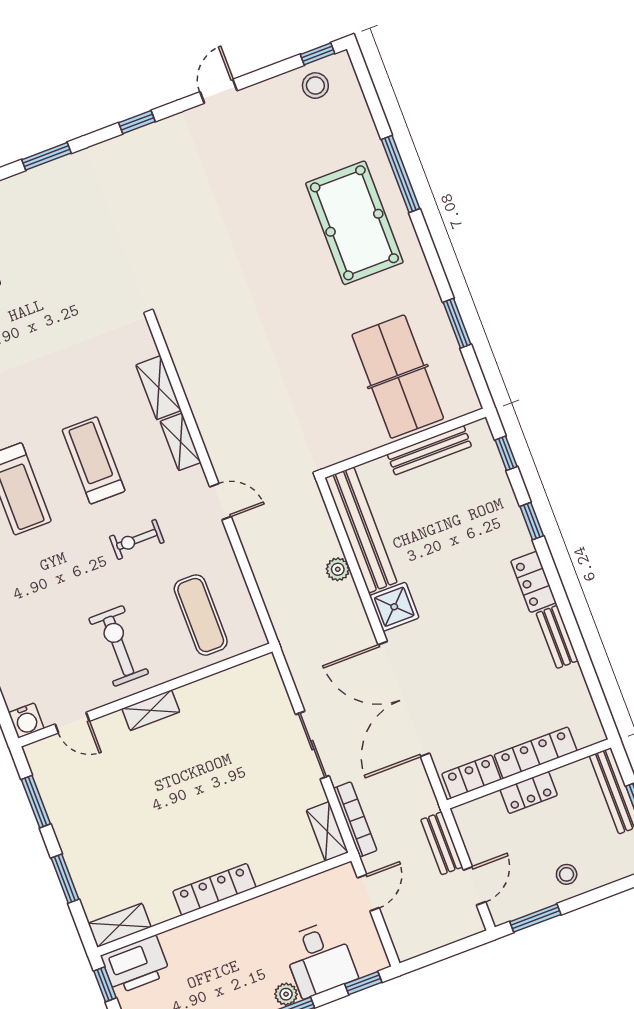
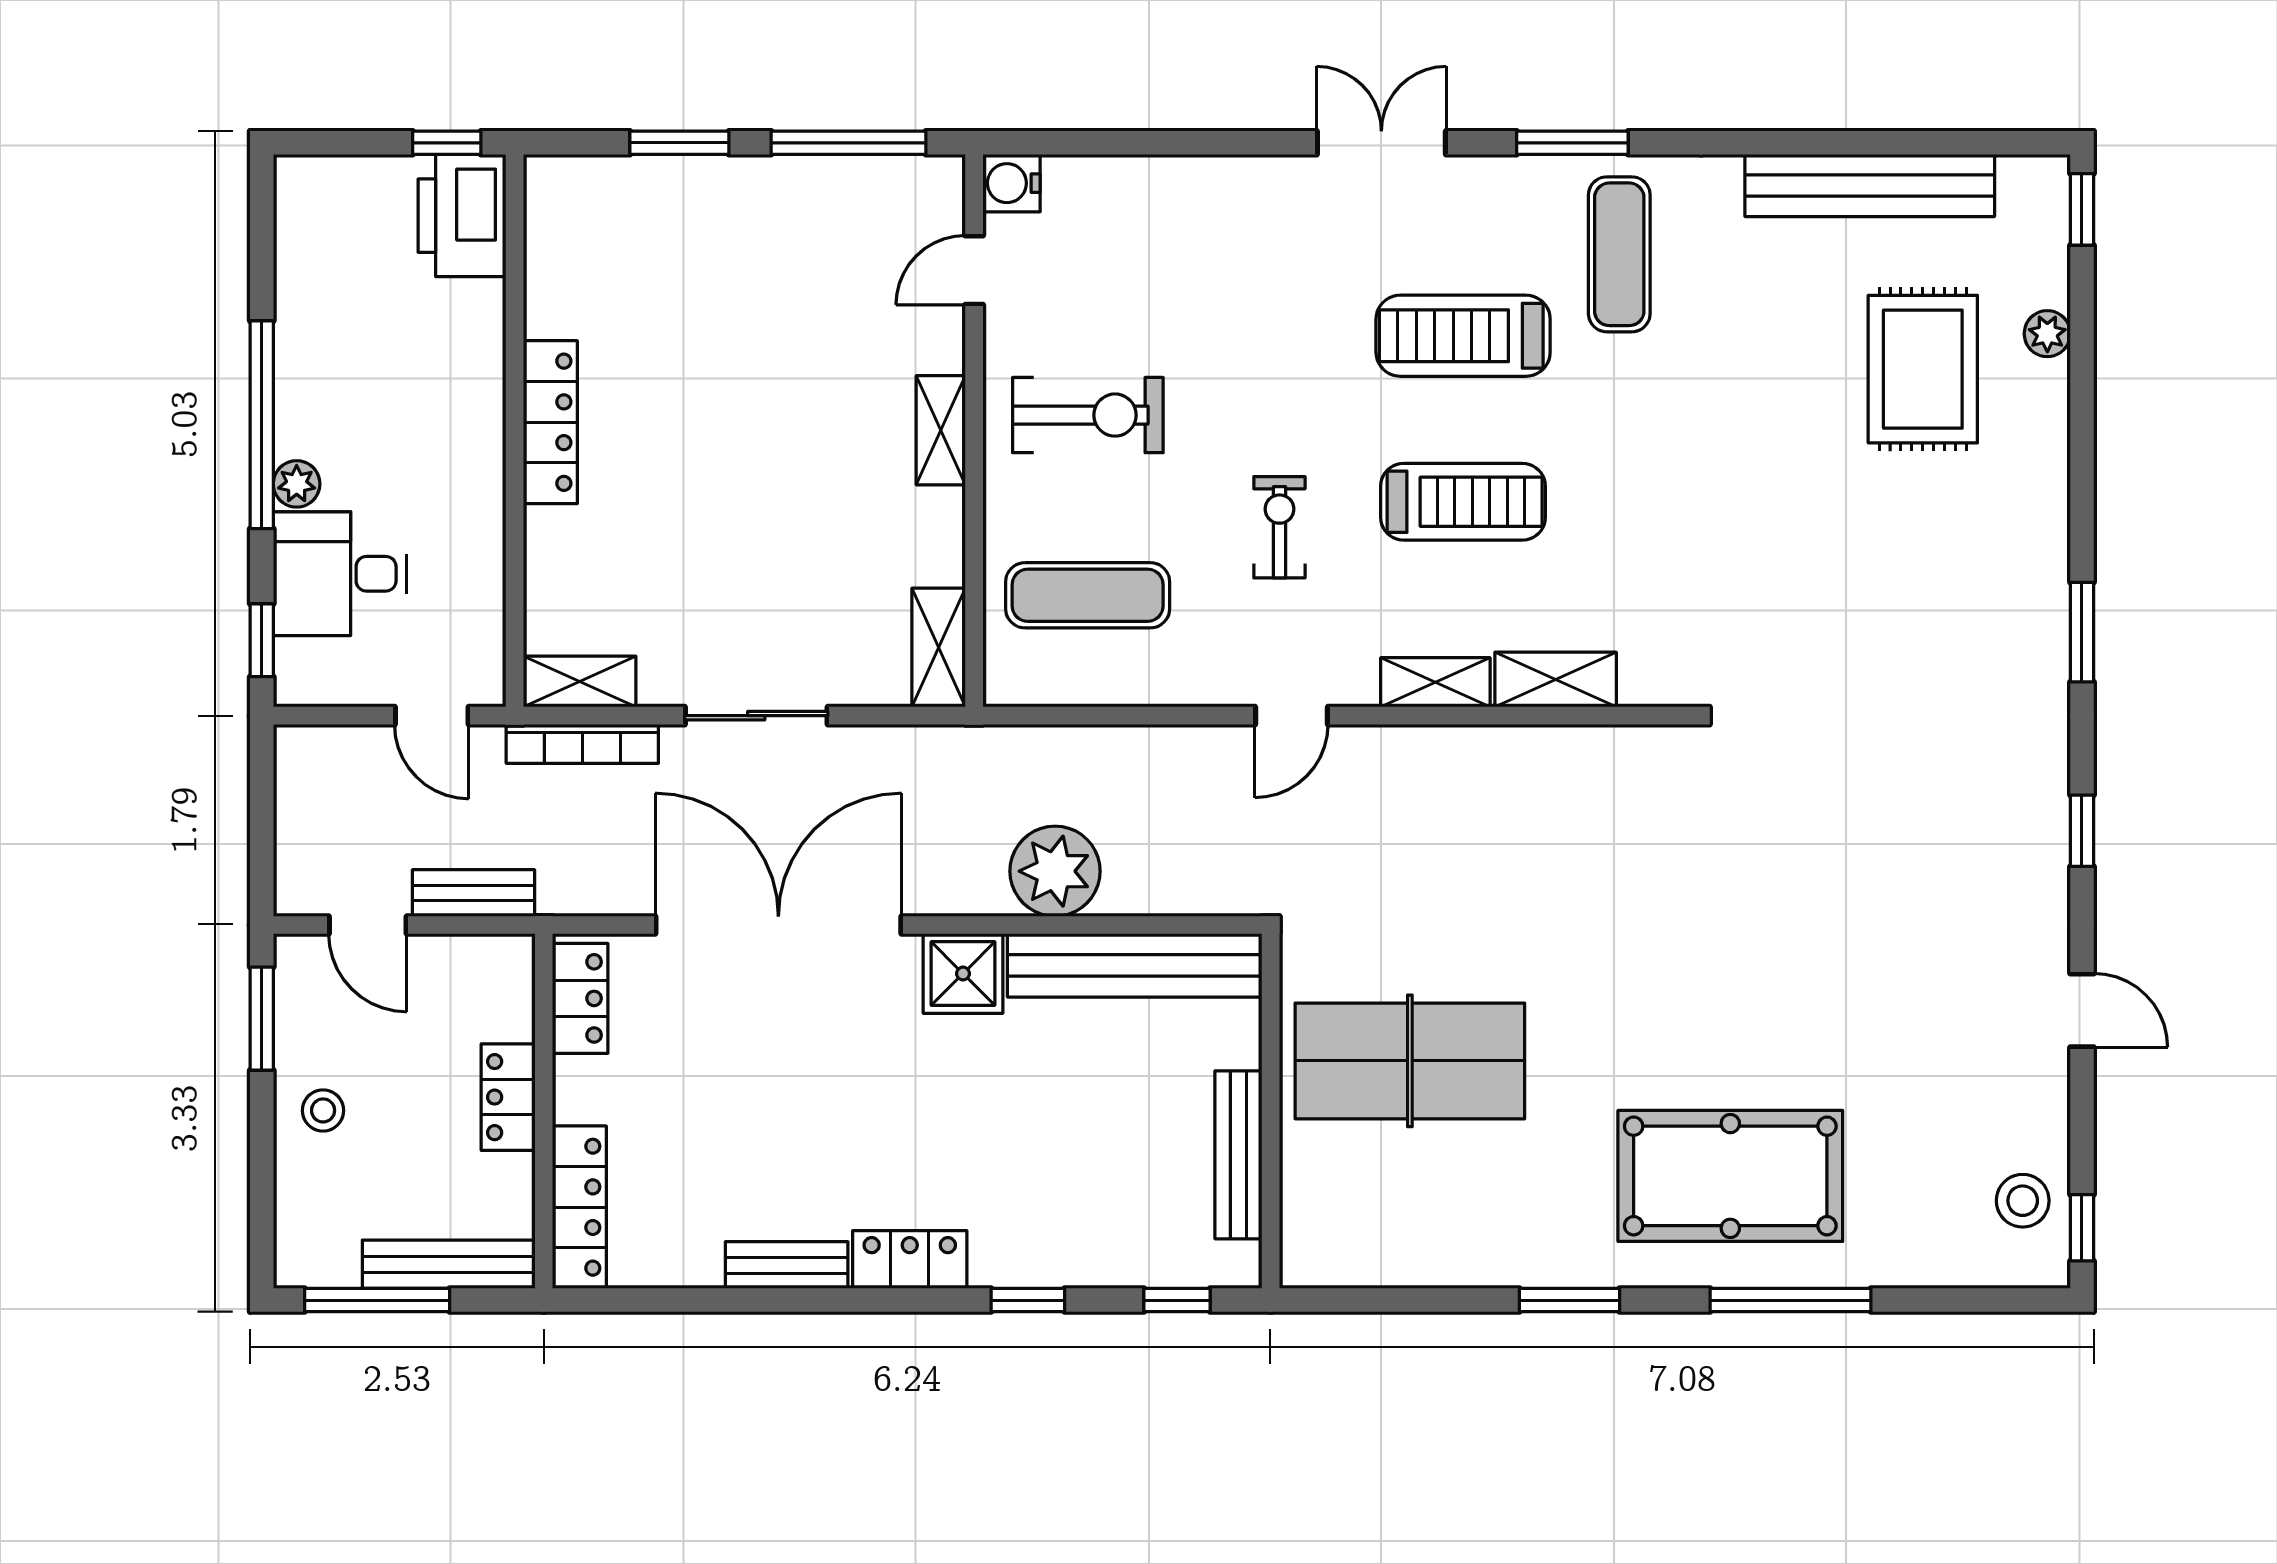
window: (457, 323) -> (1570, 1300), moved
table tennis table: (398, 377) -> (1410, 1061), moved
plant: (338, 569) -> (1055, 871), width x1.87, depth x1.87
locker: (536, 753) -> (579, 1207), moved
window: (36, 802) -> (849, 143), width x1.44
shelving: (120, 925) -> (939, 648), moved

